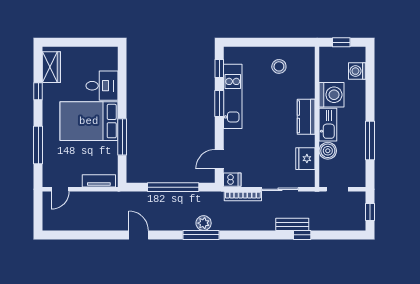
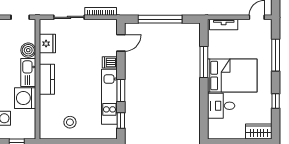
wardrobe: (51, 67) -> (259, 132), moved, turned 90
dishwasher: (232, 180) -> (110, 62), moved

